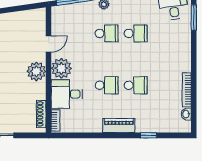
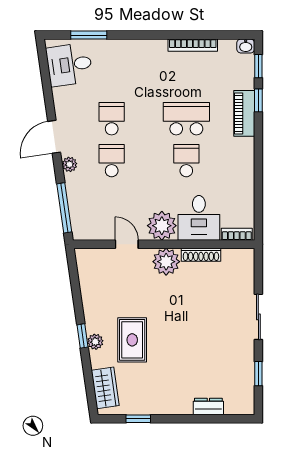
school desk: (136, 85) -> (186, 119), width x1.85
shoe rack: (41, 114) -> (201, 255), moved
washbasin: (186, 114) -> (246, 46), moved
piano: (119, 126) -> (244, 113), moved
window: (172, 135) -> (258, 66), added

